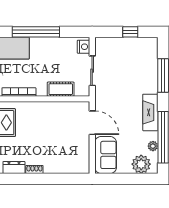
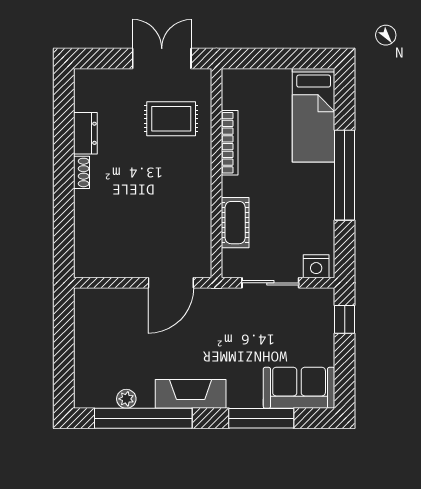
window: (130, 32) -> (345, 319), moved
sofa: (106, 155) -> (299, 388), moved, turned 180
plant: (141, 164) -> (92, 376), removed

